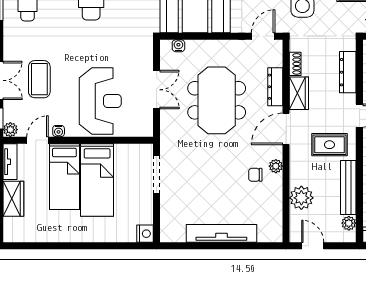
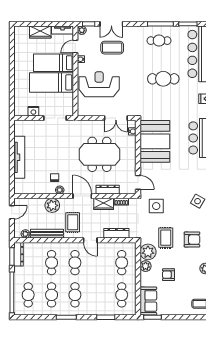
double door: (157, 90) -> (116, 118), moved
reception desk: (100, 101) -> (99, 84), turned 180
door: (38, 140) -> (75, 47), swing flipped
plant: (301, 198) -> (52, 205), moved
nightstand: (145, 234) -> (33, 111), moved

